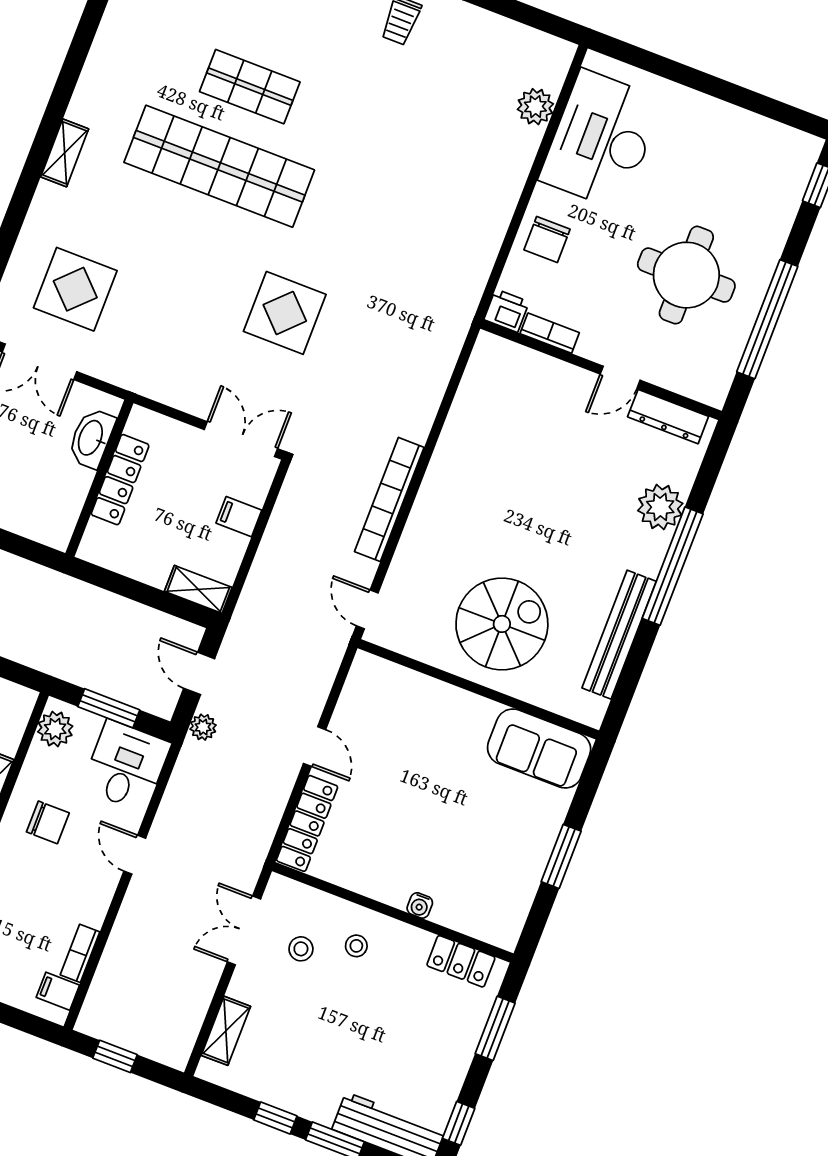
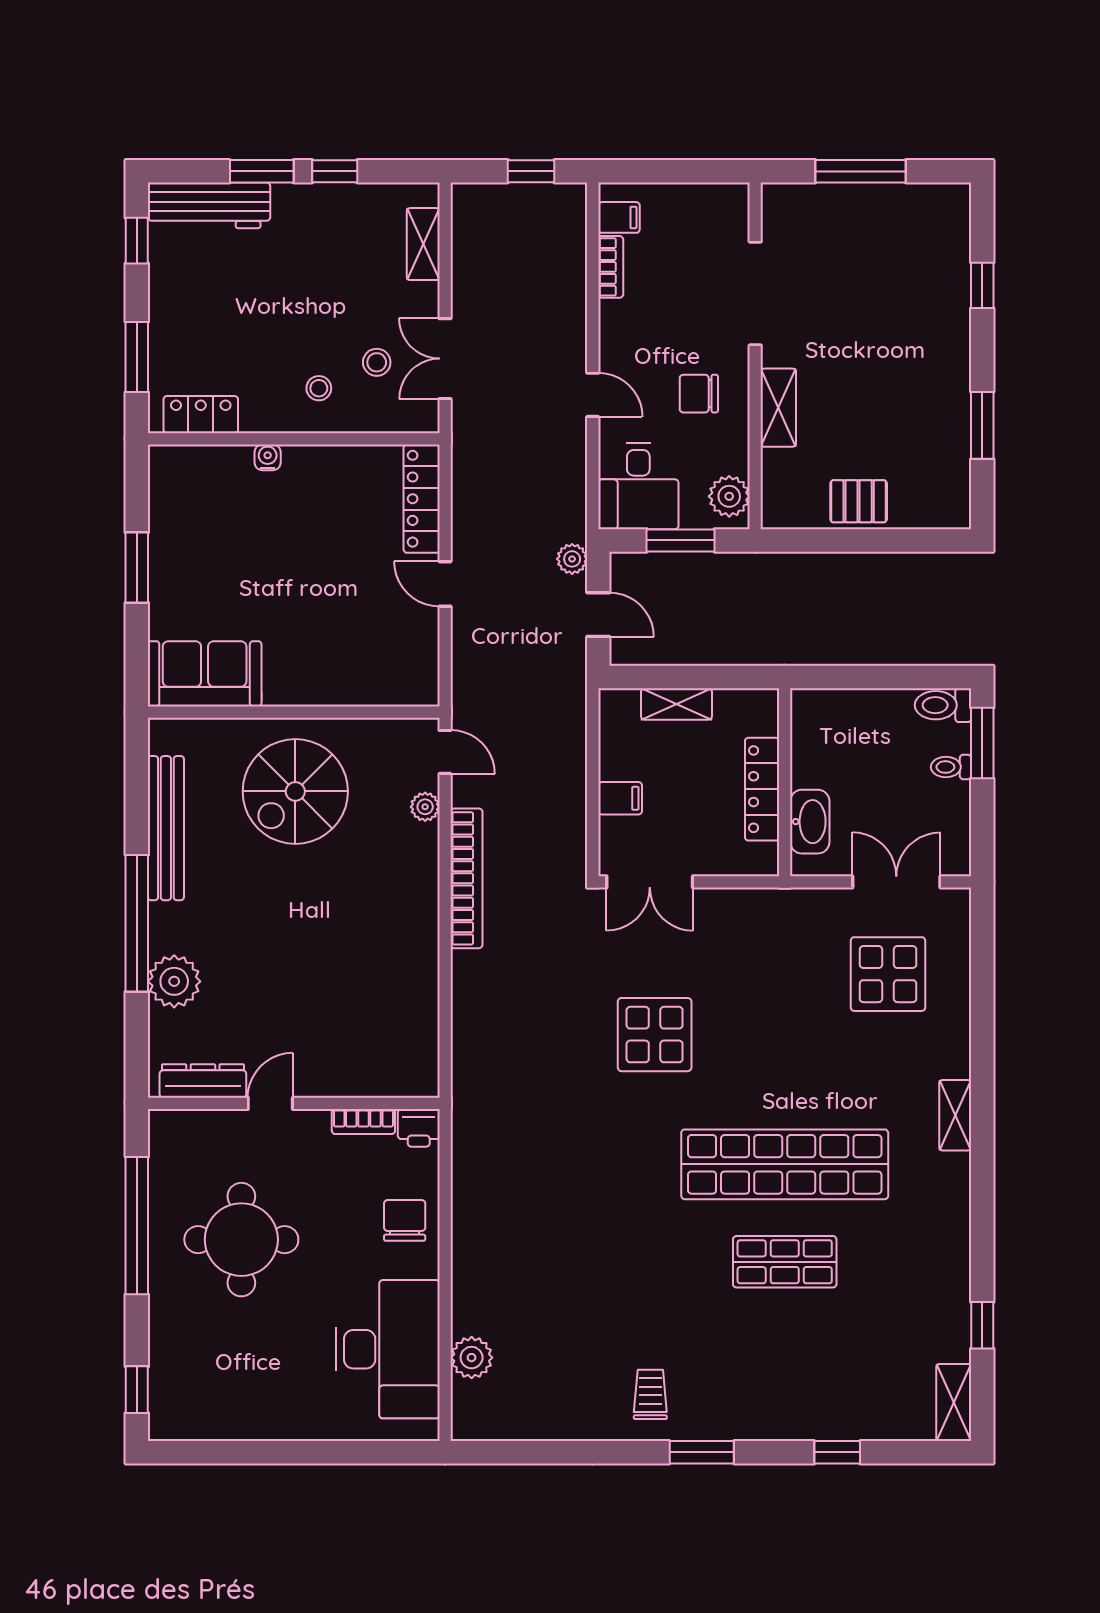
plant: (401, 571) -> (425, 807), added
shelving: (198, 589) -> (676, 704), moved
double door: (244, 930) -> (445, 359), swing flipped

